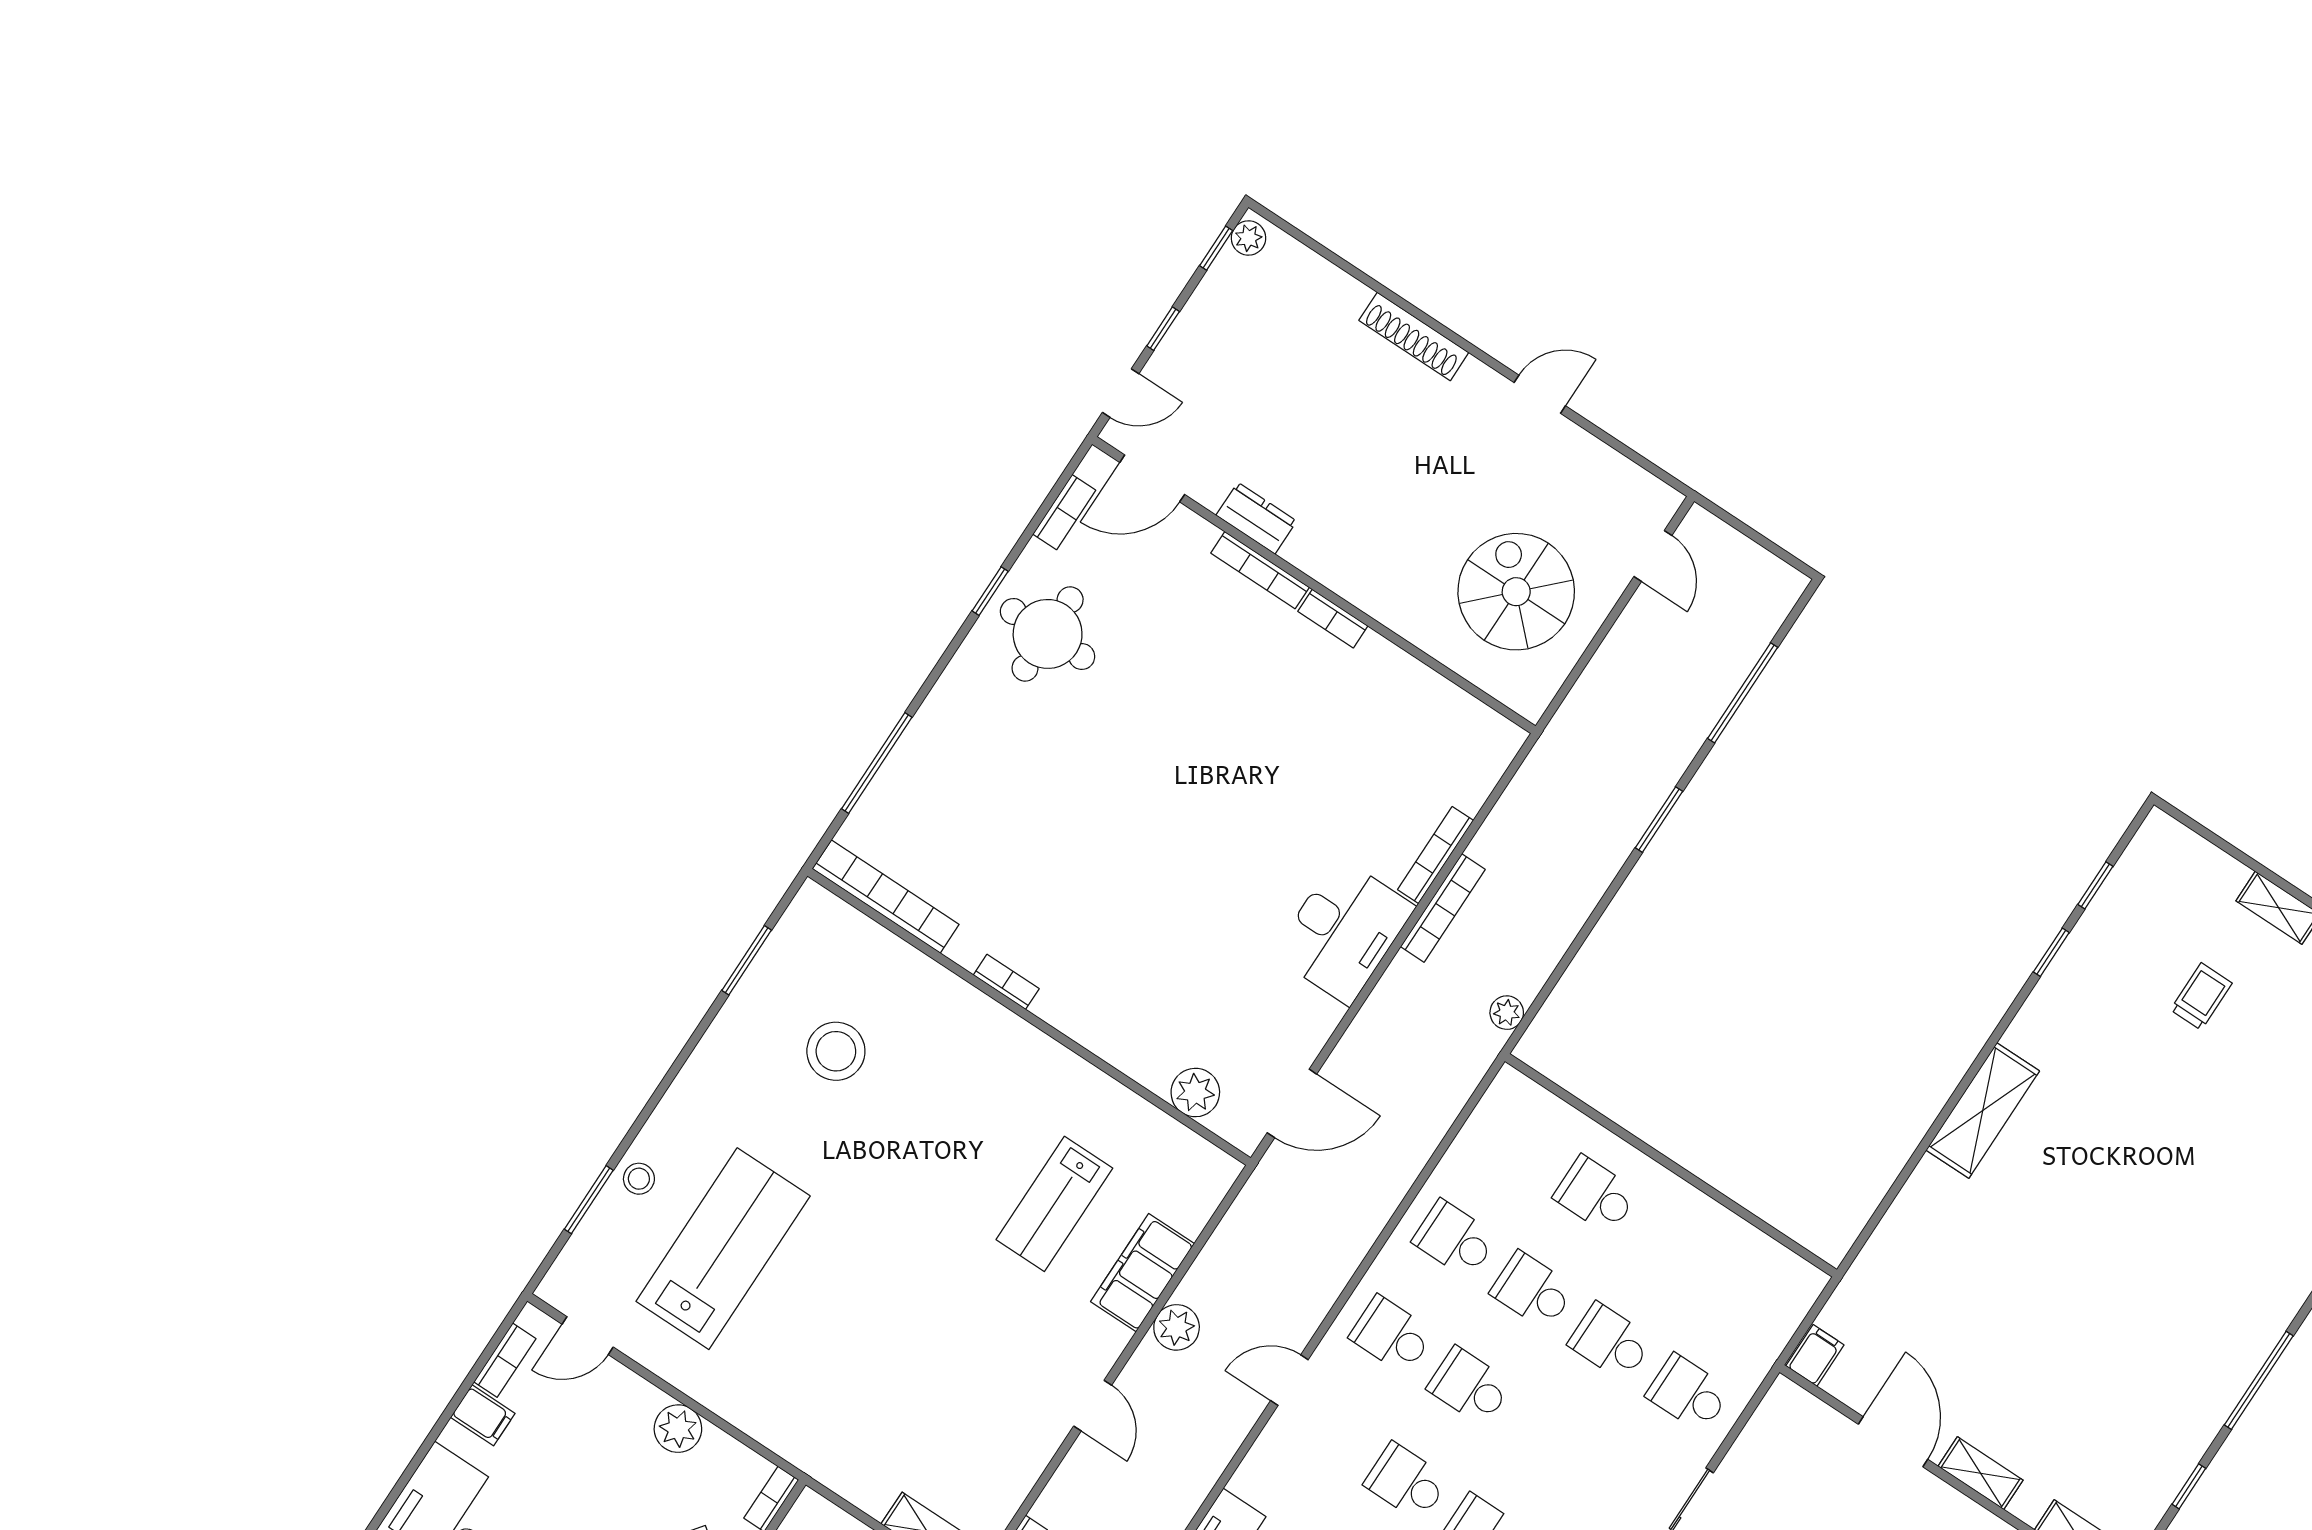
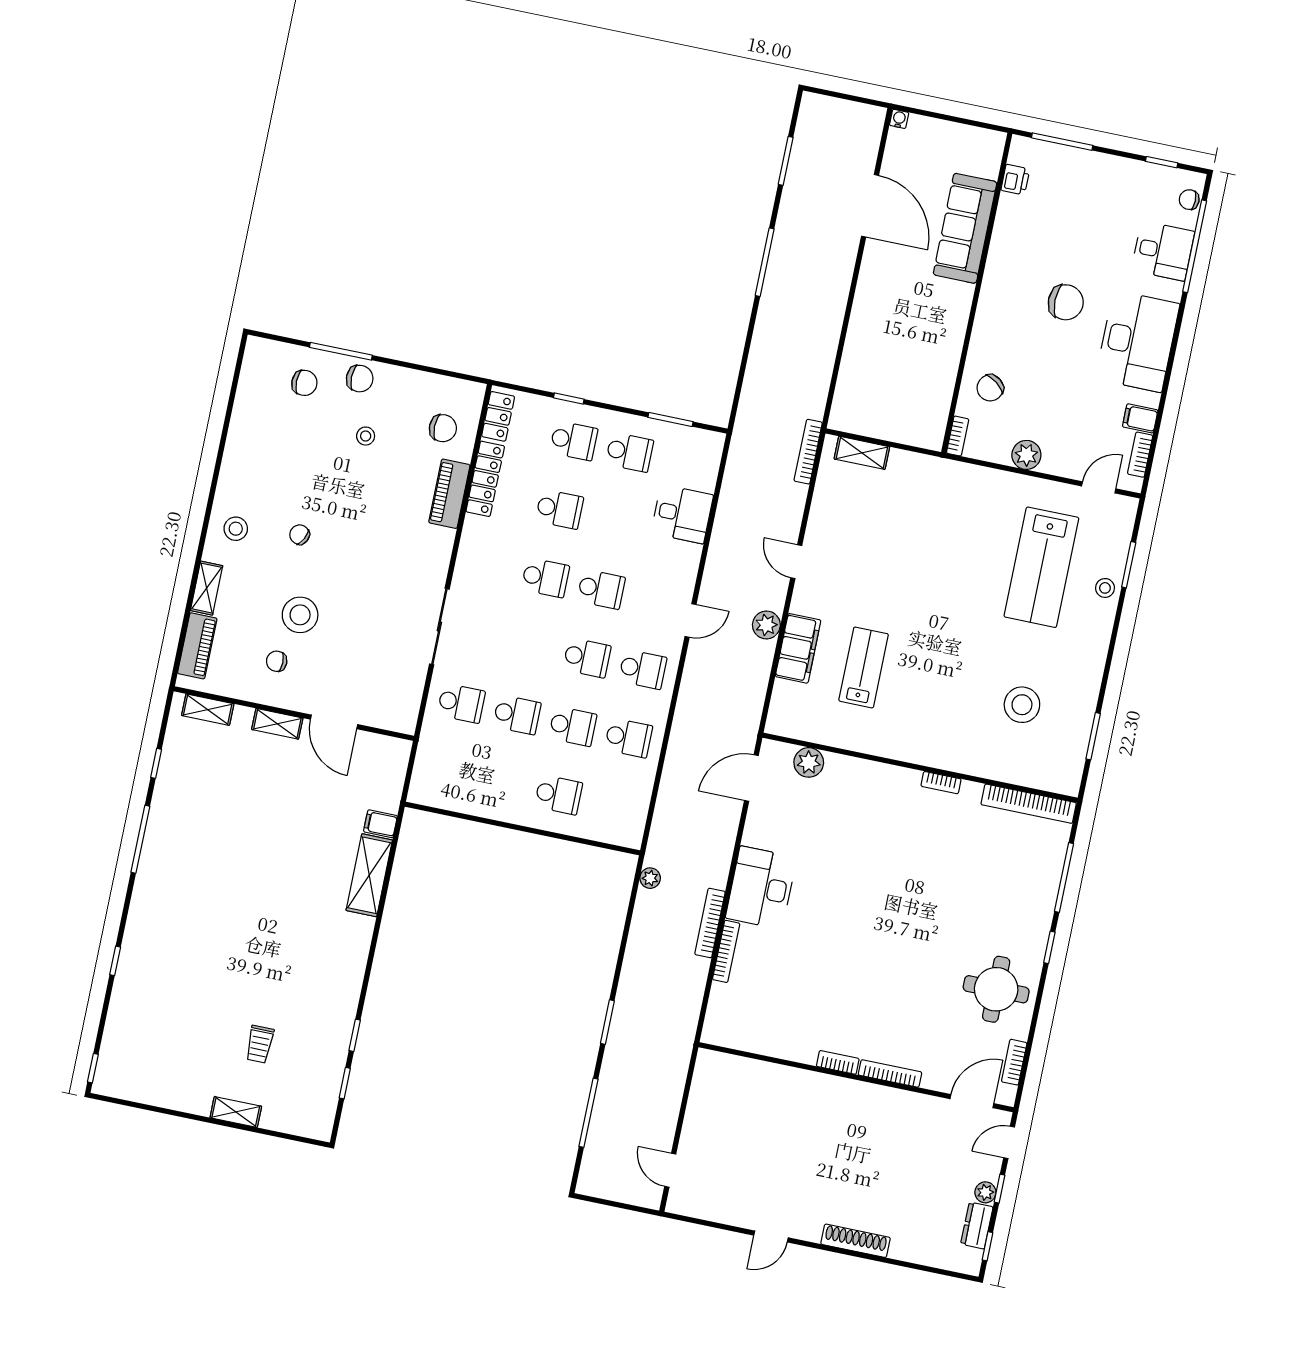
plant: (1248, 238) -> (985, 1192), moved
dresser: (1256, 518) -> (977, 1225), moved, turned 90
window: (990, 591) -> (1049, 947), moved
spiral stairs: (1516, 592) -> (740, 1119), removed
shelving: (1983, 1111) -> (369, 875), moved
filing cabinet: (1815, 1355) -> (380, 824), moved, turned 90

